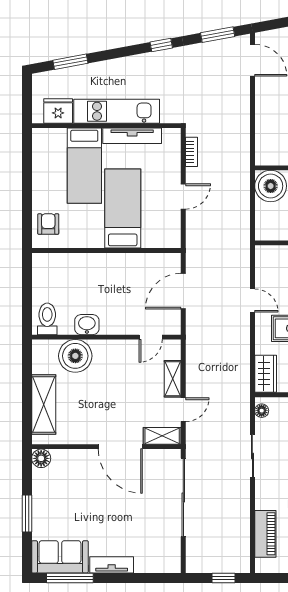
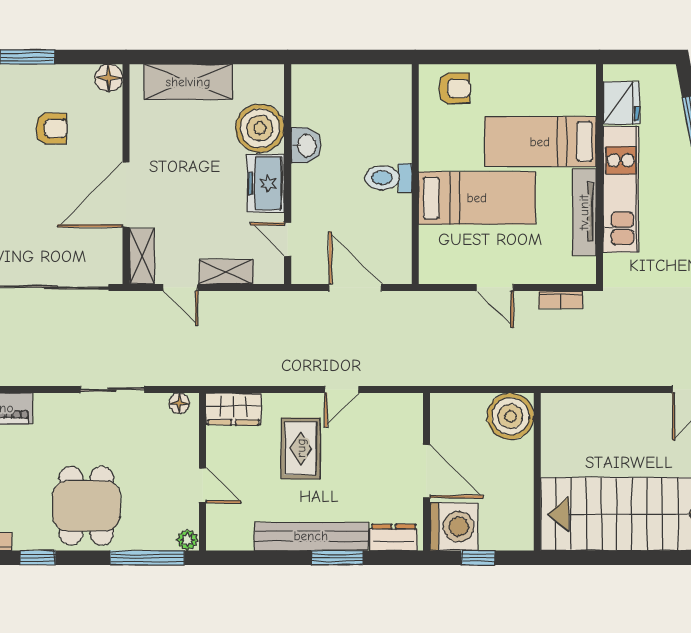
toilet: (47, 319) -> (388, 178), moved, turned 180
freezer: (113, 352) -> (266, 184), added
armchair: (75, 497) -> (51, 128), added

